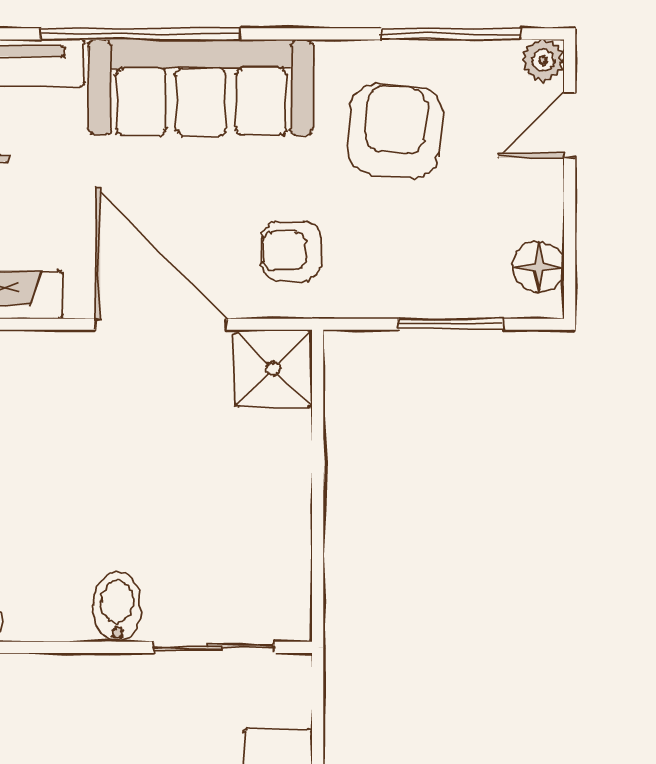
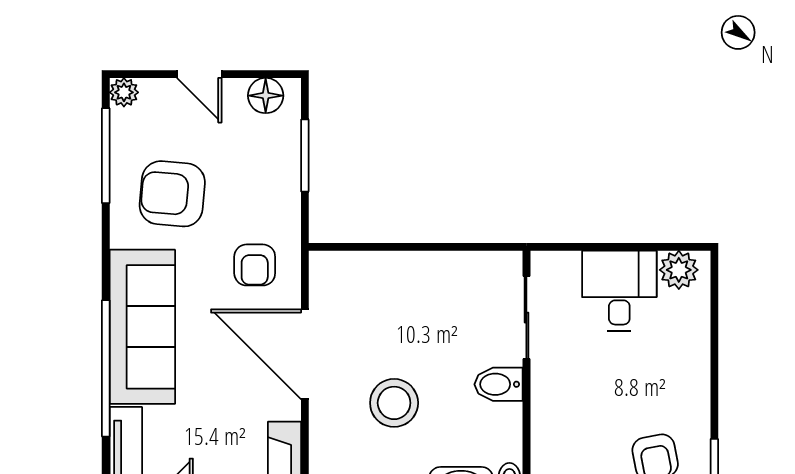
door: (570, 125) -> (199, 74), moved
door: (161, 324) -> (305, 354), hinge flipped
shower: (273, 368) -> (335, 277), removed
stool: (90, 454) -> (394, 403), added

